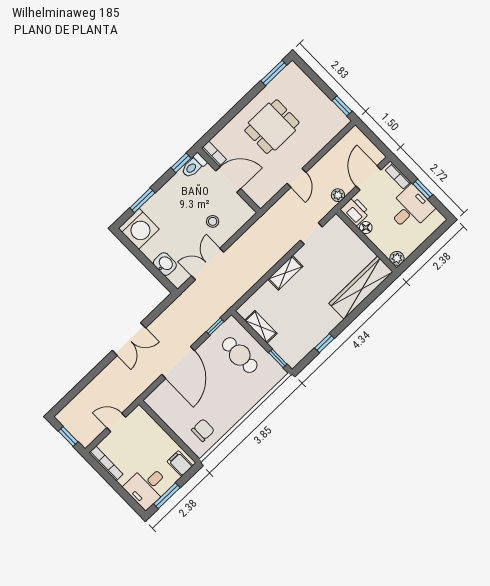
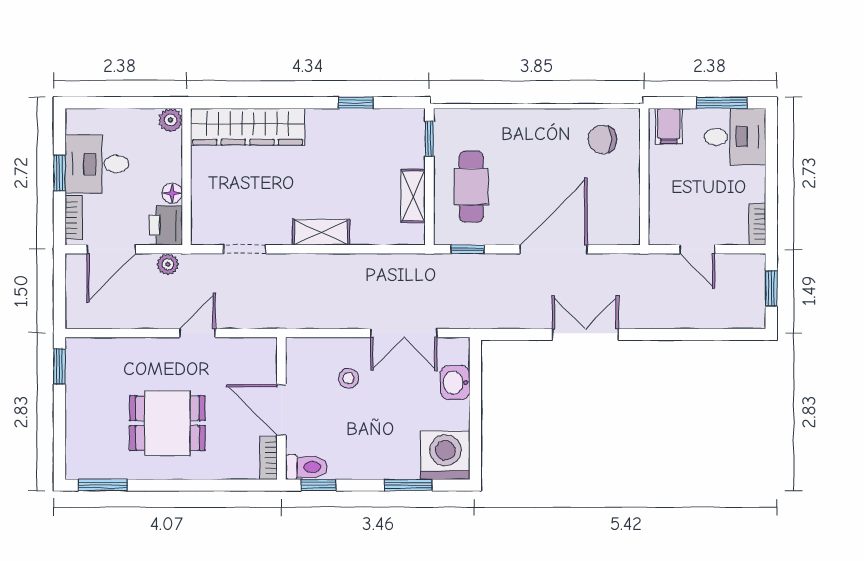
bookcase: (106, 463) -> (757, 224), width x0.64

